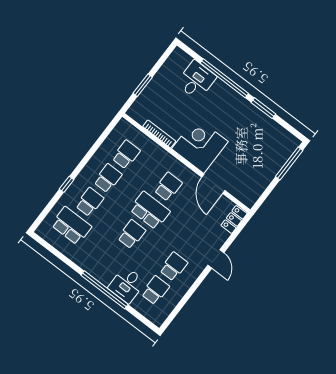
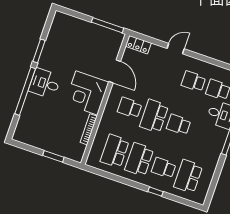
desk: (196, 80) -> (45, 83), moved
school desk: (126, 154) -> (115, 151), width x1.85
window: (289, 163) -> (108, 25), moved
school desk: (108, 178) -> (139, 159), width x1.85
door: (213, 184) -> (115, 71), hinge flipped

